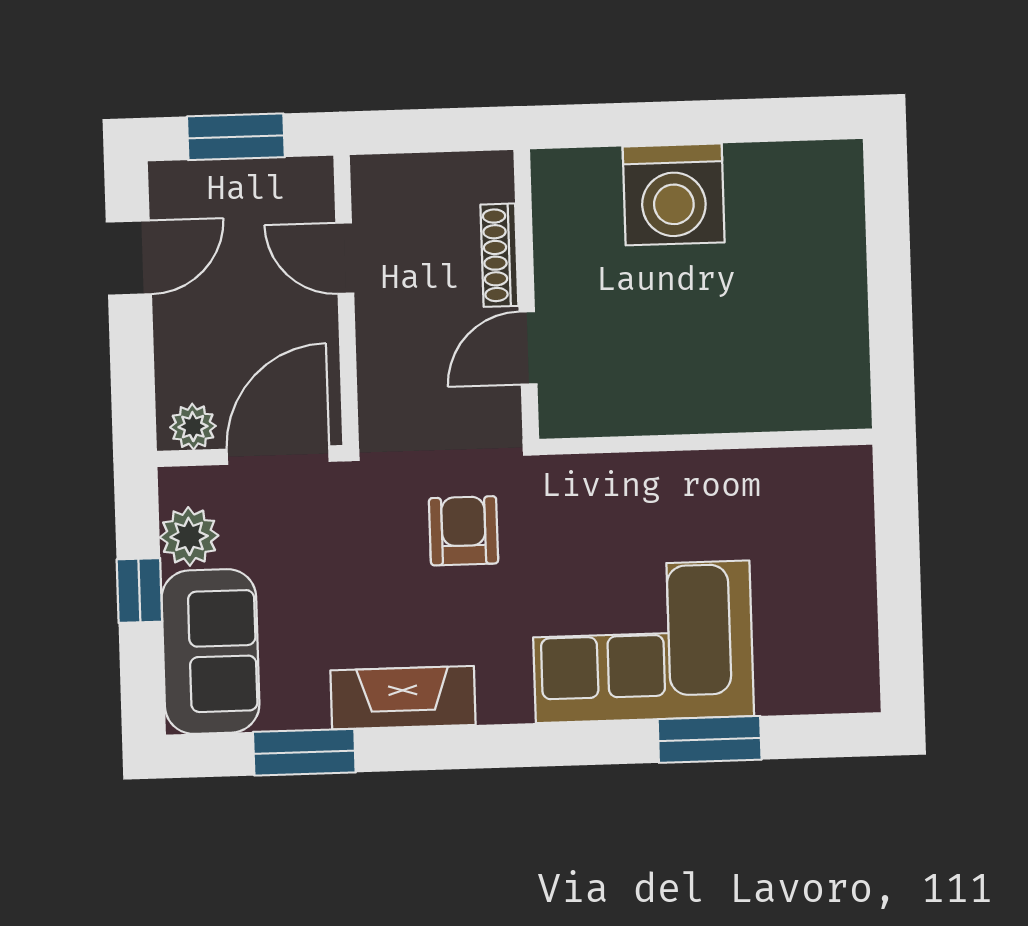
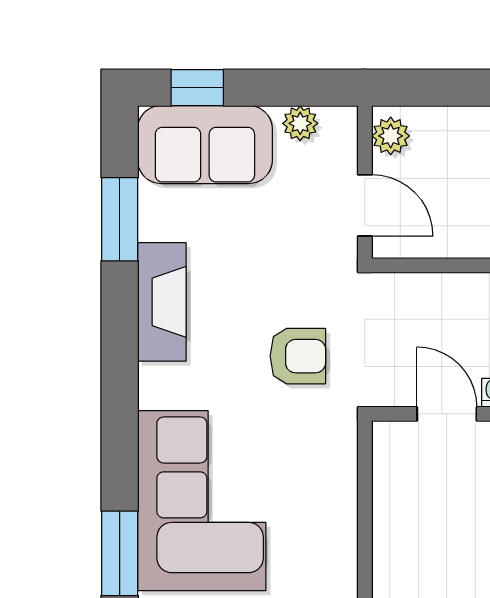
door: (278, 455) -> (365, 205), width x0.73
plant: (189, 536) -> (300, 123), width x0.73, depth x0.73
window: (139, 591) -> (197, 88), moved

